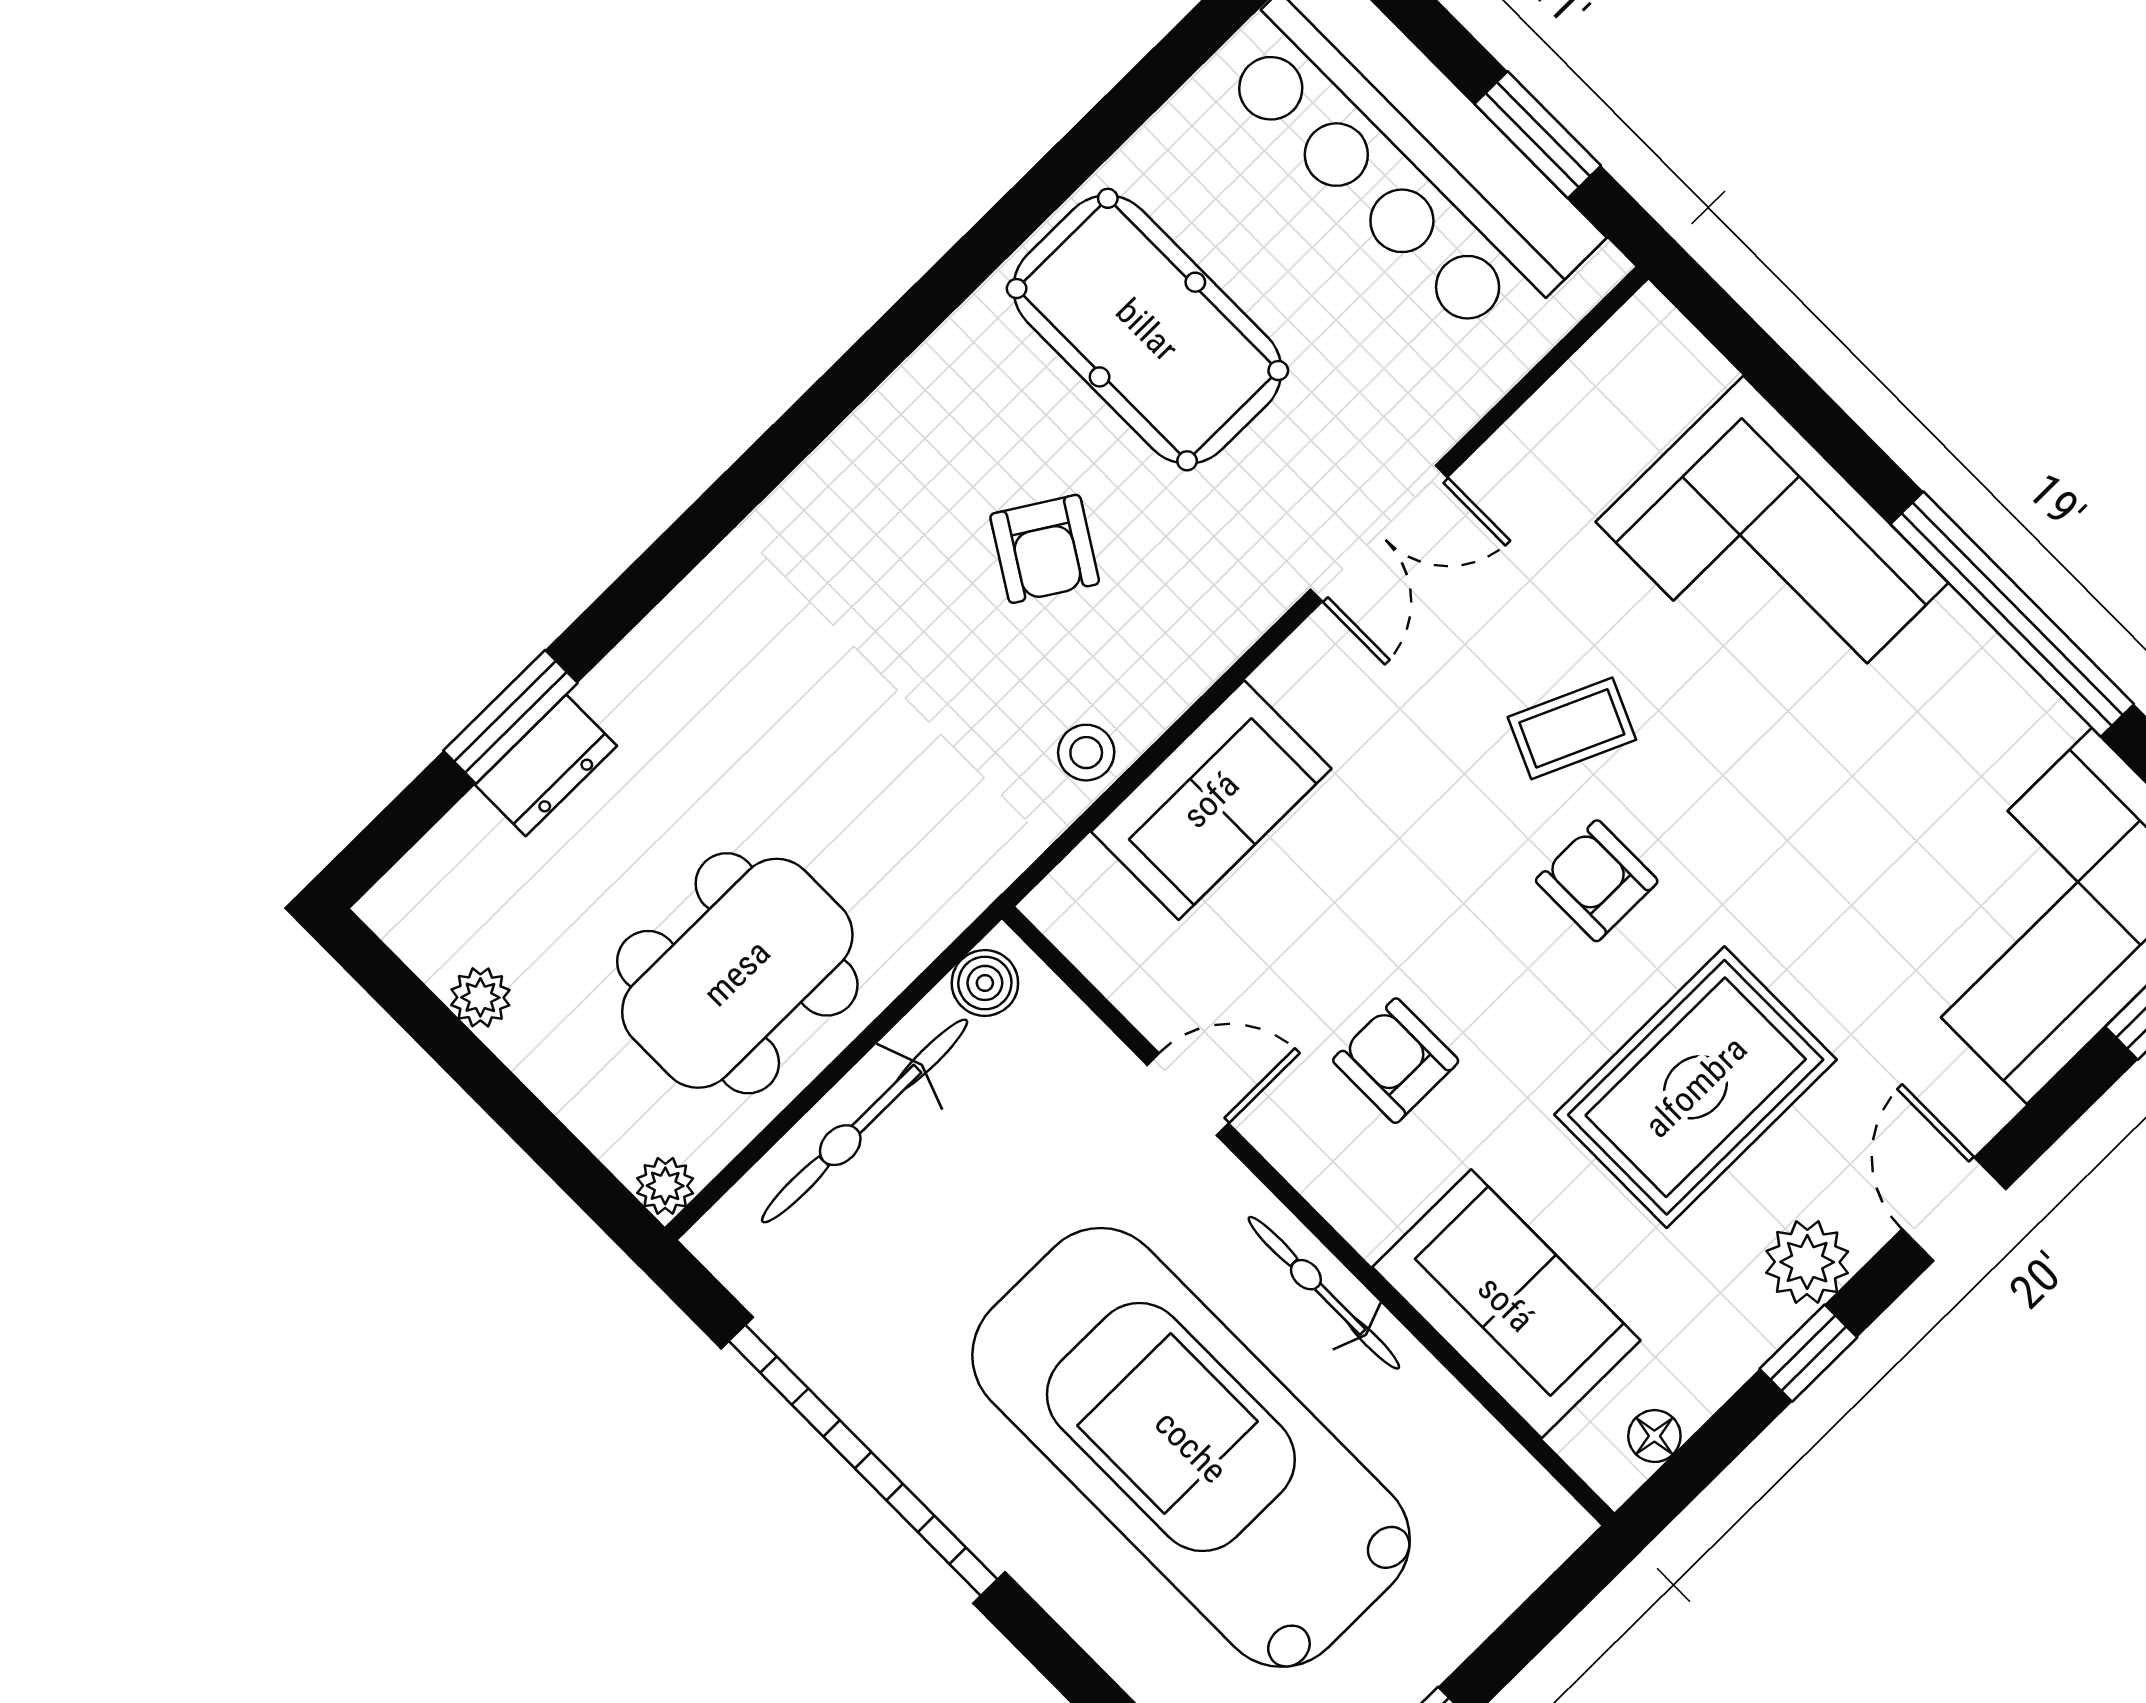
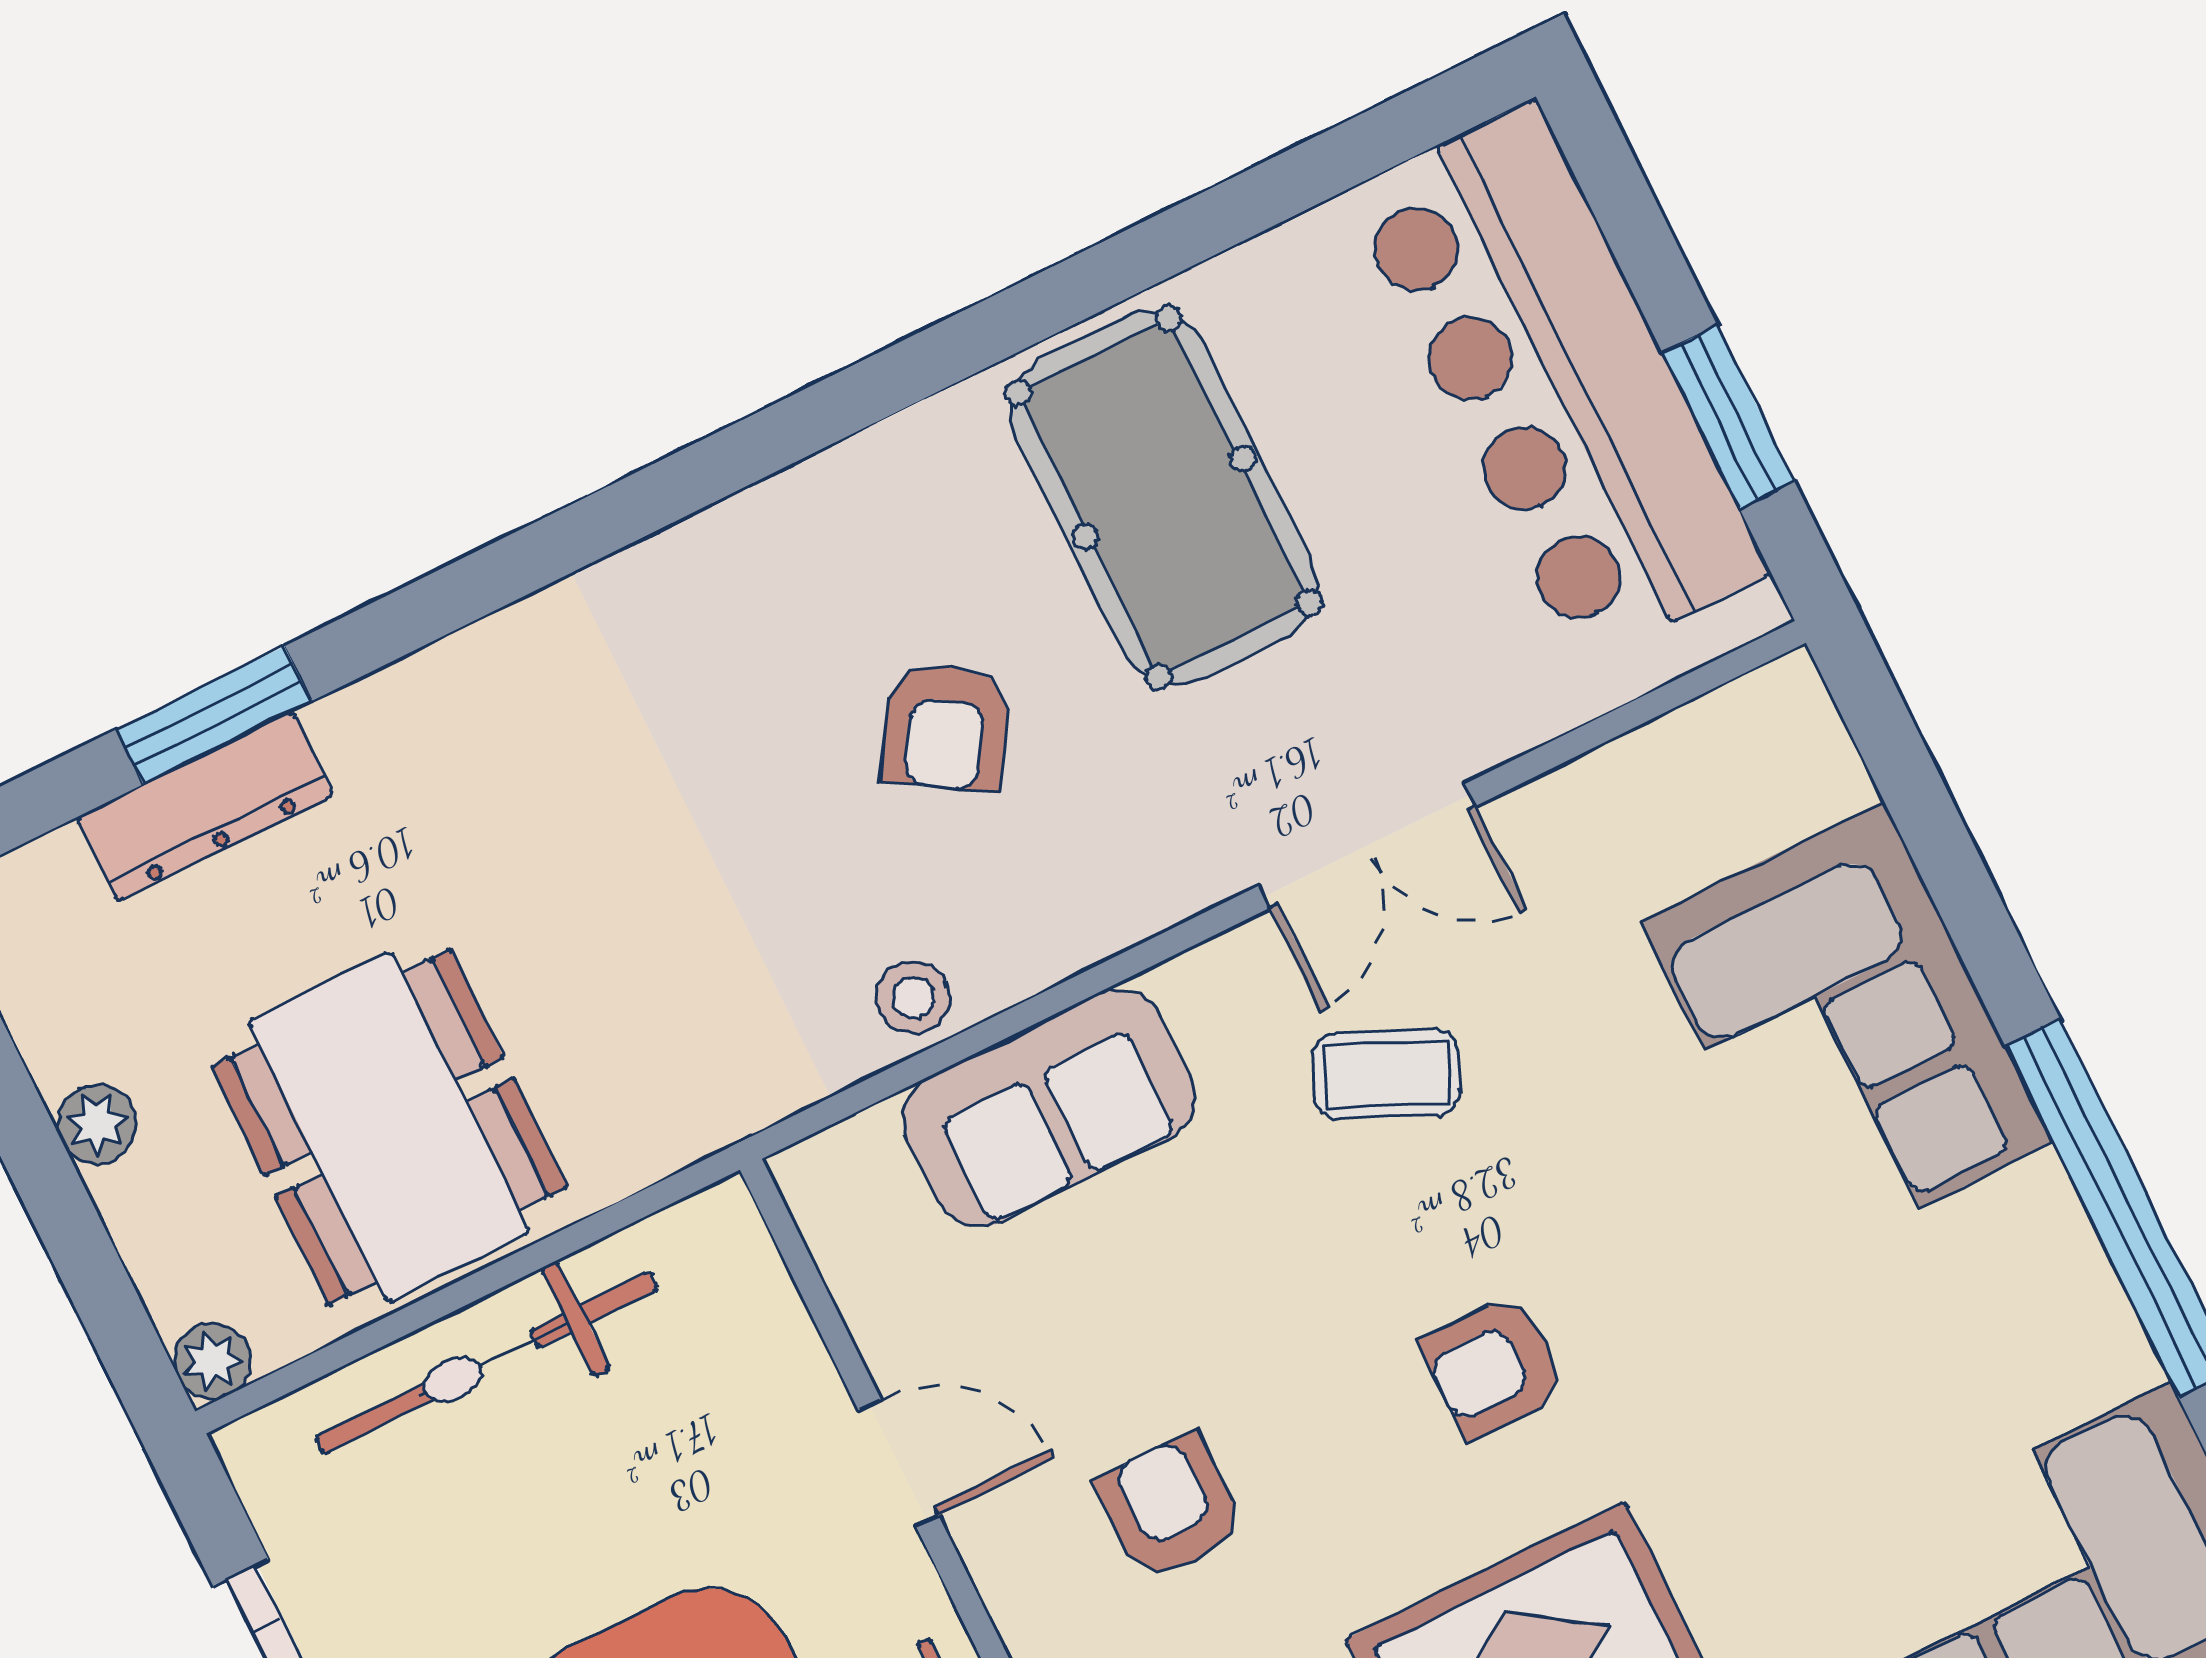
coffee table: (1572, 728) -> (1386, 1074), moved
dresser: (546, 765) -> (205, 807), width x1.44
armchair: (1597, 881) -> (1494, 1367), turned -90
dining table: (737, 973) -> (389, 1127), turned 90
boiler: (985, 983) -> (693, 1241), removed
plant: (480, 997) -> (97, 1124), moved

